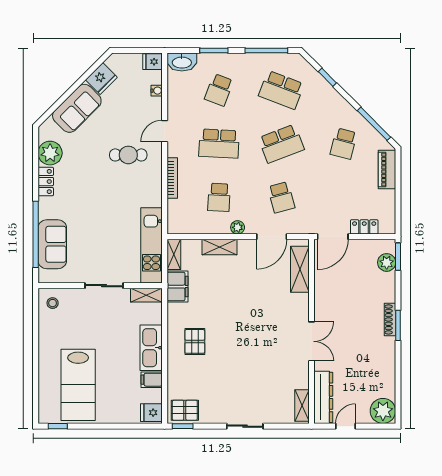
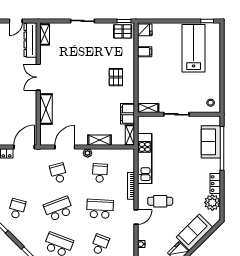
kitchen unit: (151, 245) -> (145, 159), moved
shelving: (300, 269) -> (46, 109), moved
kitchen sink: (151, 348) -> (145, 73), removed

